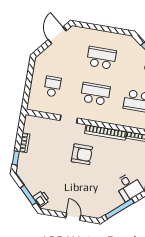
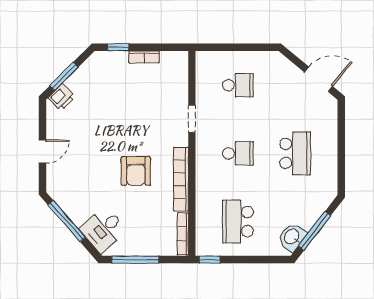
school desk: (95, 94) -> (238, 153), width x0.54
armchair: (82, 154) -> (136, 171), moved

